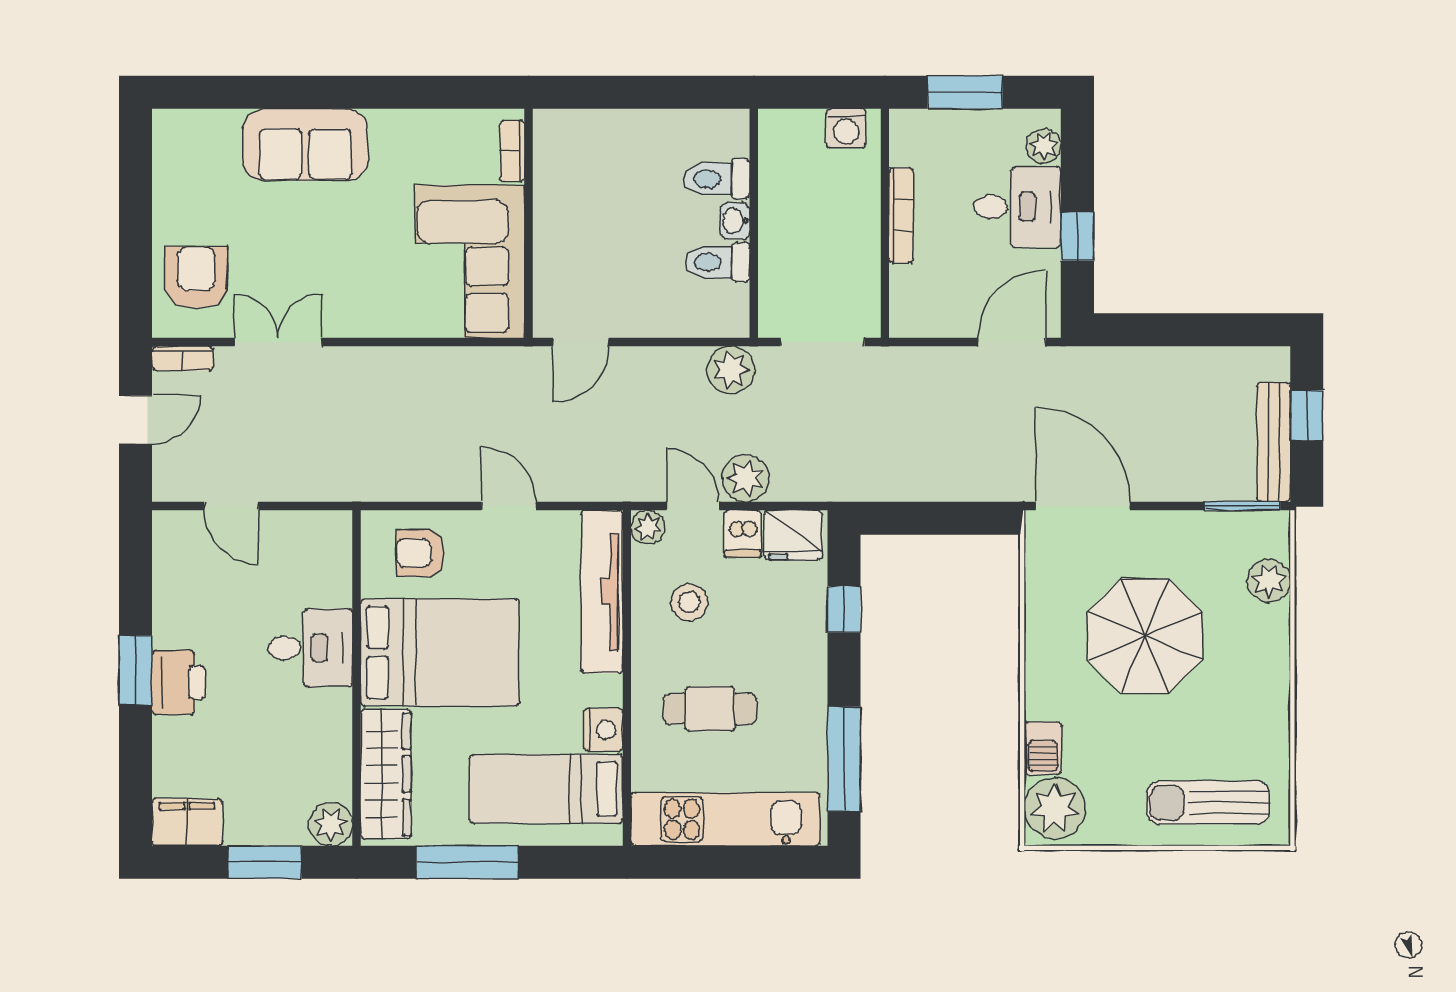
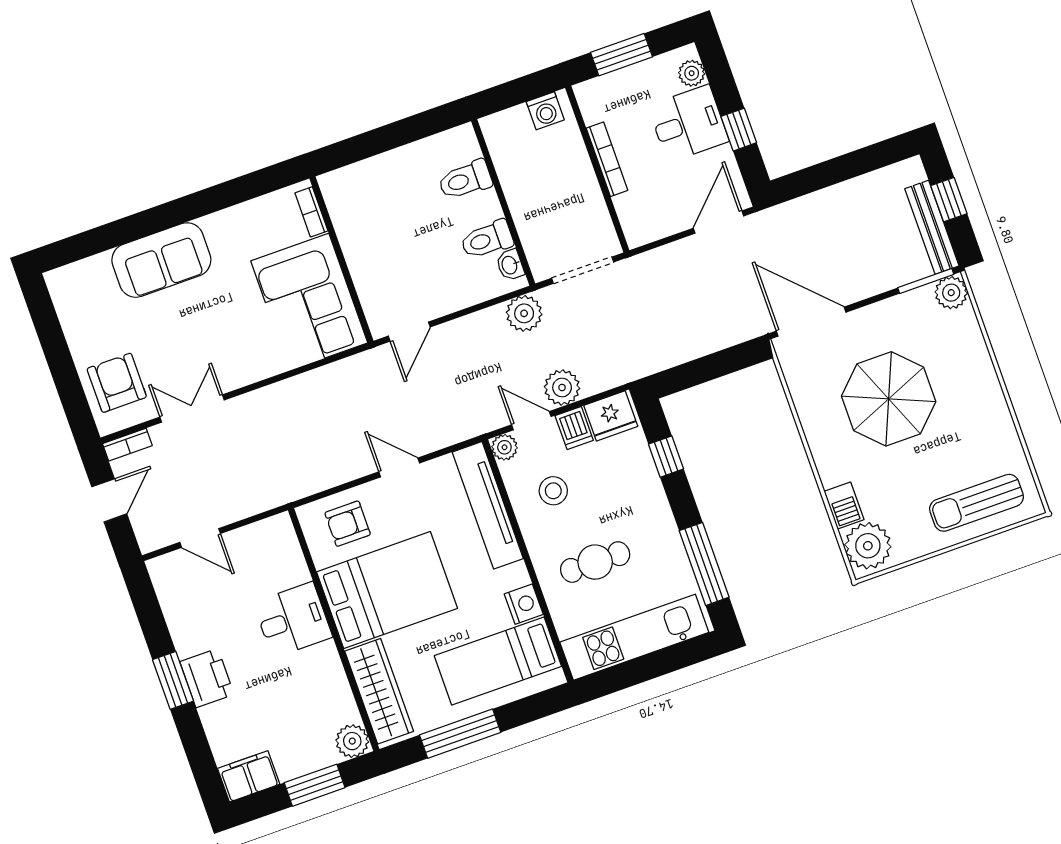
washbasin: (735, 221) -> (510, 265), moved
plant: (1269, 581) -> (951, 293), moved

